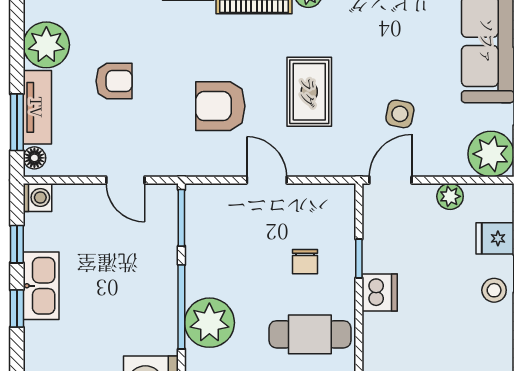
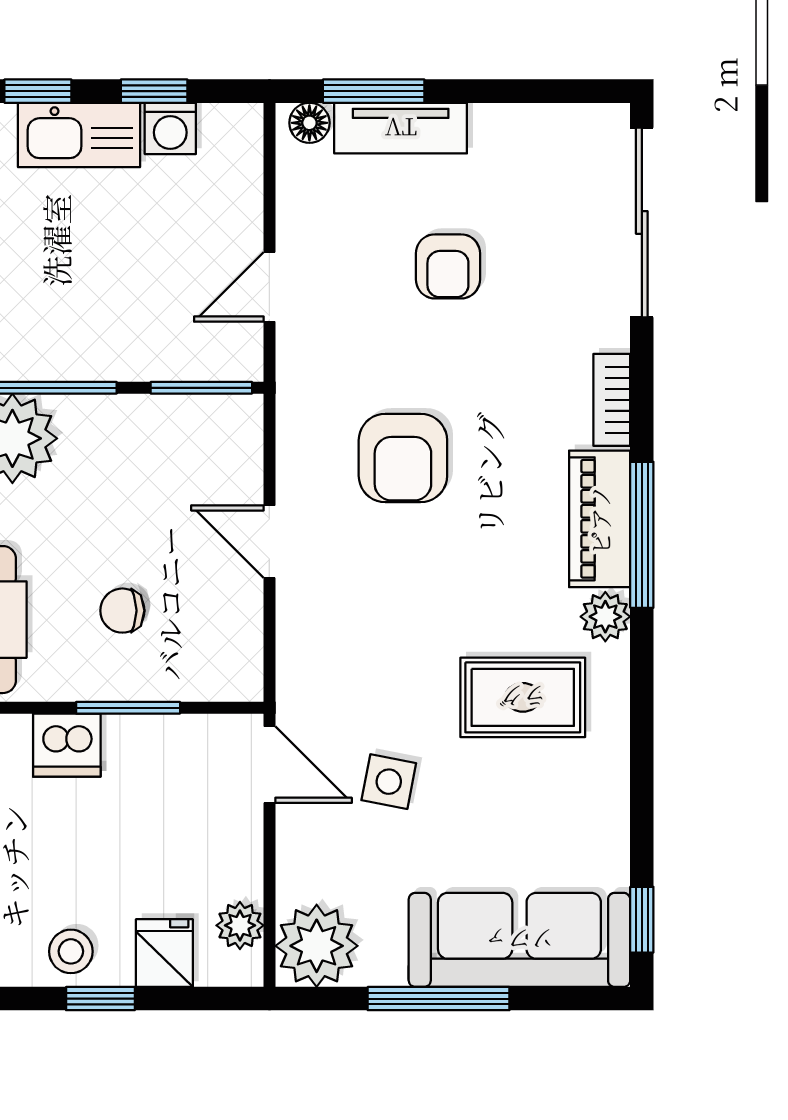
plant: (46, 45) -> (513, 144), removed
rug: (309, 92) -> (523, 697), moved
armchair: (220, 106) -> (403, 458), turned 180
door: (267, 180) -> (269, 542), swing flipped
plant: (450, 196) -> (240, 925), moved
washing machine: (37, 197) -> (170, 128), moved
window: (359, 258) -> (128, 708), width x1.50

